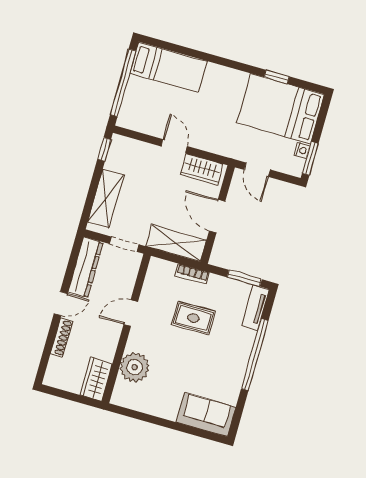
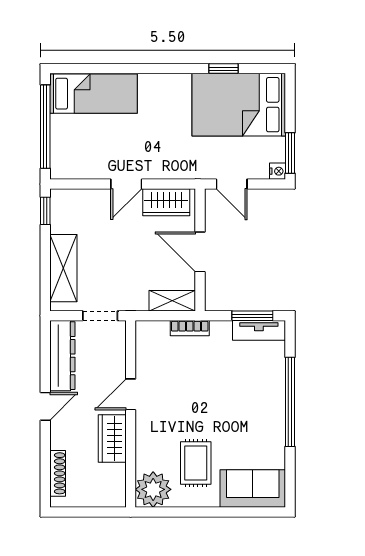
door: (174, 146) -> (126, 184), swing flipped
nightstand: (302, 150) -> (278, 171), moved
shelving: (176, 243) -> (172, 301), width x0.67, depth x0.75
tv unit: (255, 308) -> (259, 330), moved, turned -90
rug: (193, 318) -> (196, 463), moved, turned 90
shoe rack: (62, 337) -> (58, 473), moved
plant: (135, 367) -> (153, 489), moved
wardrobe: (96, 379) -> (112, 439), moved

